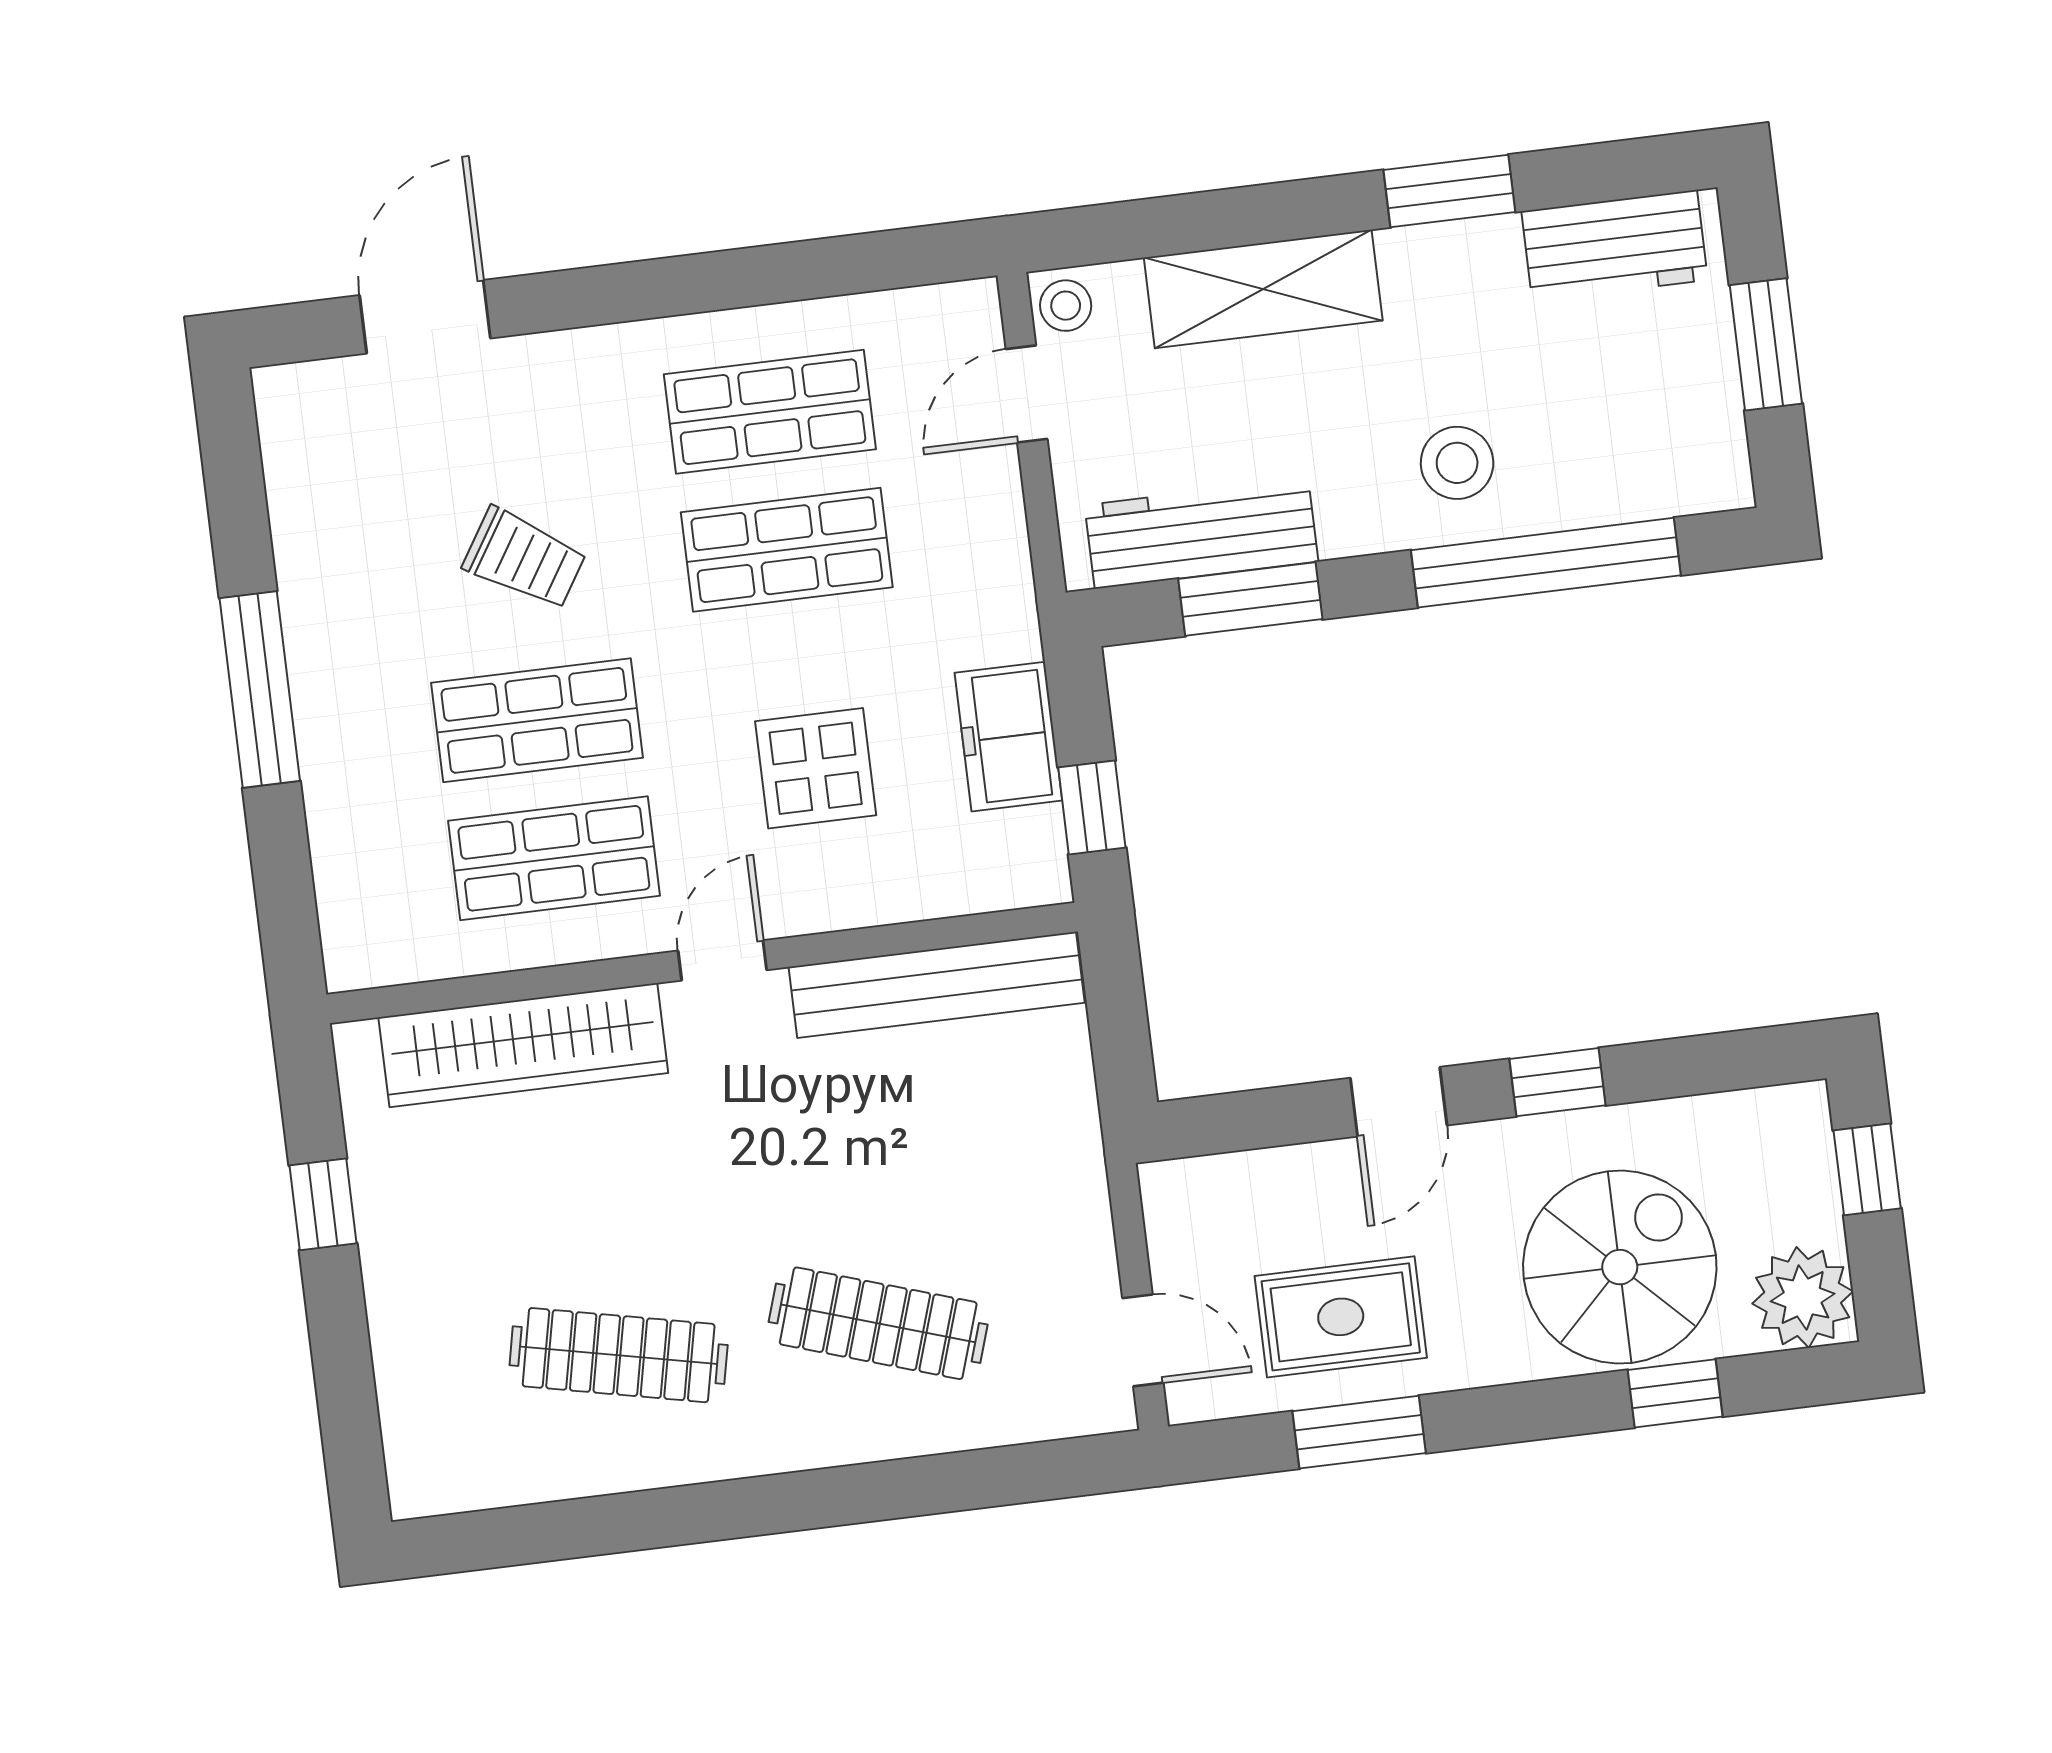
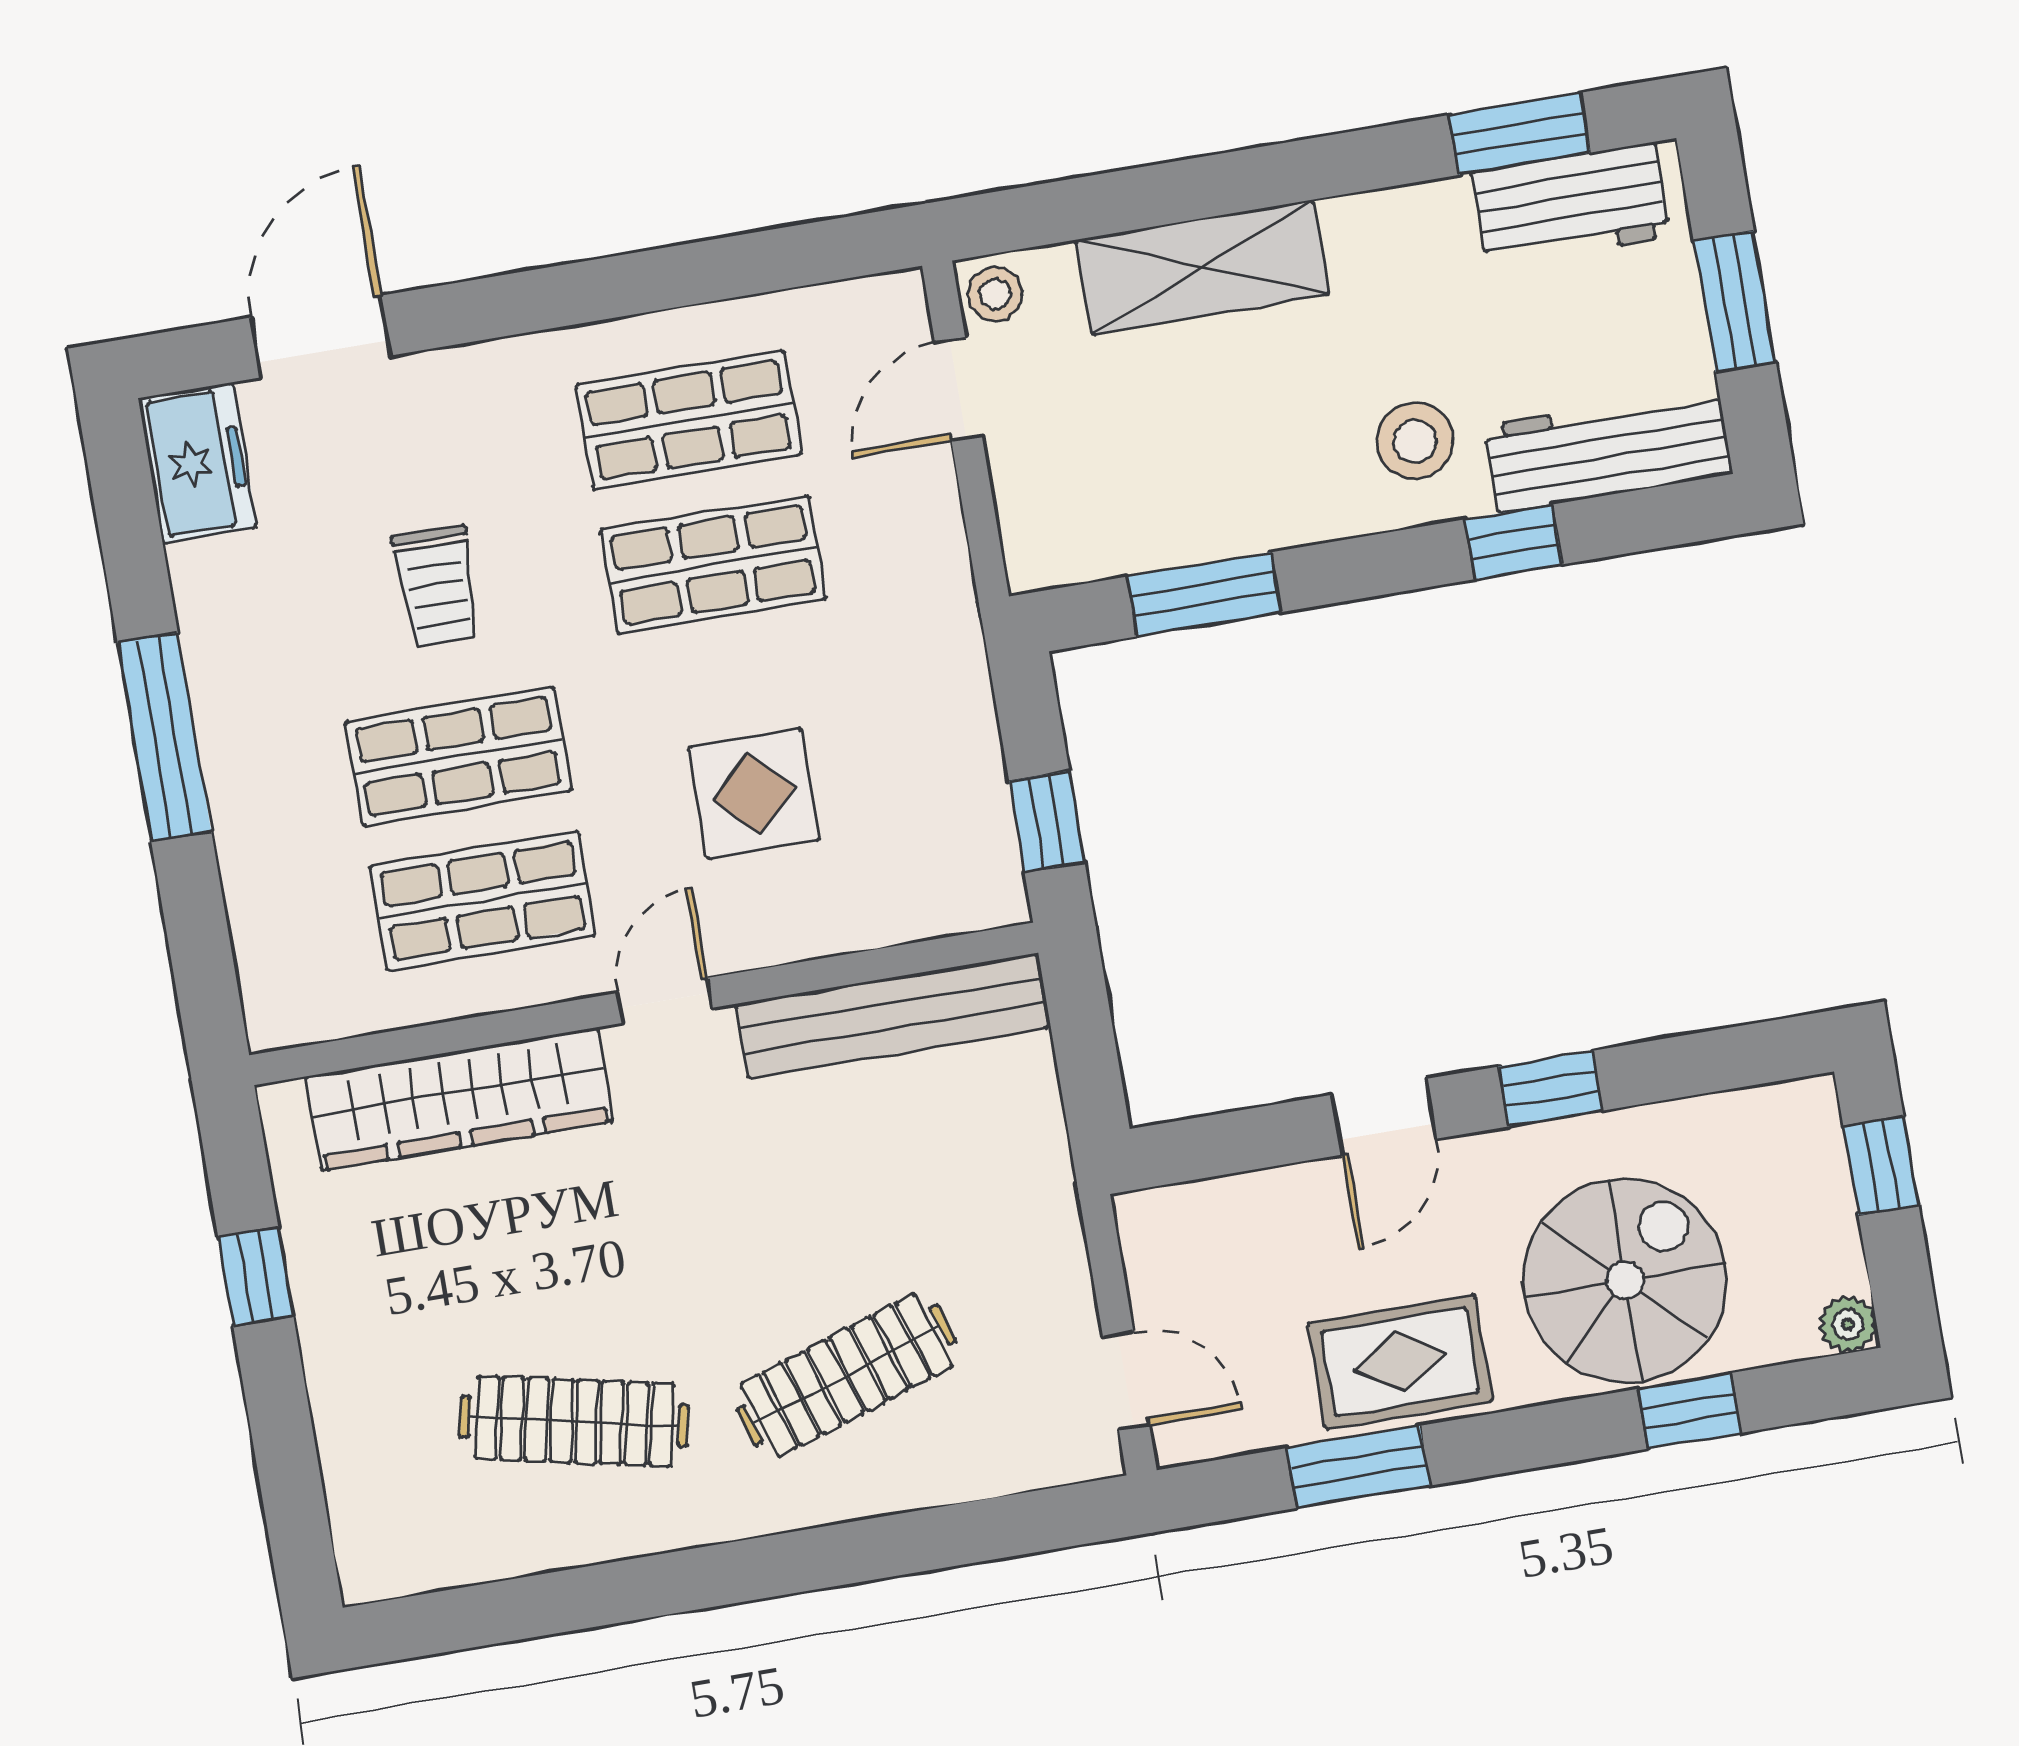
window: (1449, 191) -> (1519, 134), moved
workbench: (1201, 533) -> (1609, 450), moved
trolley: (525, 559) -> (437, 587), turned 58
window: (1546, 563) -> (1513, 542), width x0.32
freezer: (1008, 737) -> (198, 463), moved, turned 180
plant: (1803, 1297) -> (1848, 1324), width x0.53, depth x0.53
rug: (1341, 1317) -> (1400, 1362), moved
clothes rail: (878, 1323) -> (846, 1375), turned -36

